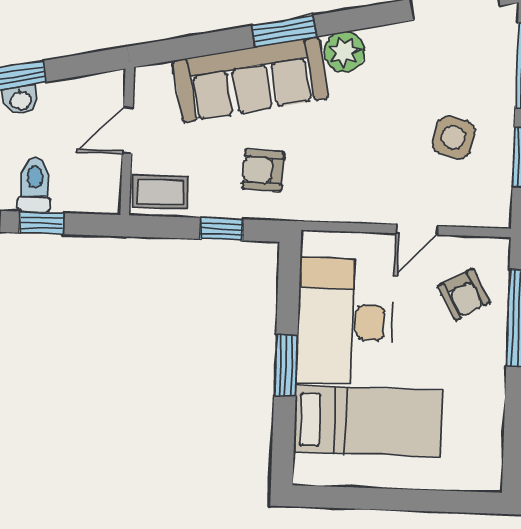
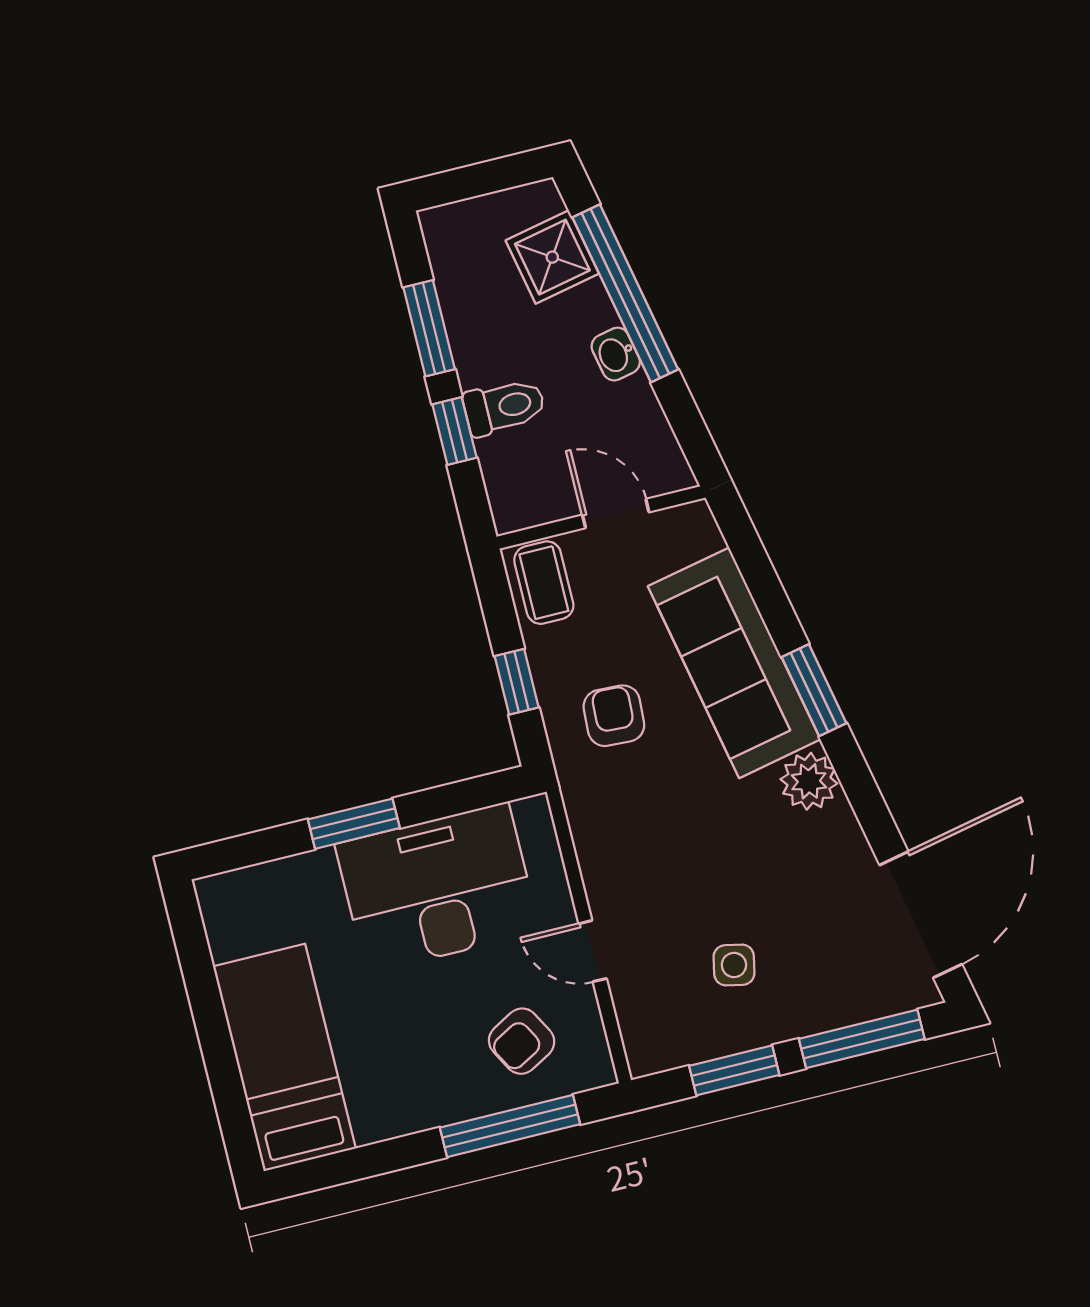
side table: (453, 137) -> (734, 965), width x0.73, depth x0.73
bed: (368, 421) -> (284, 1057), moved, turned 180

